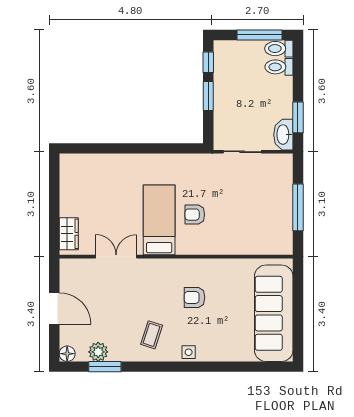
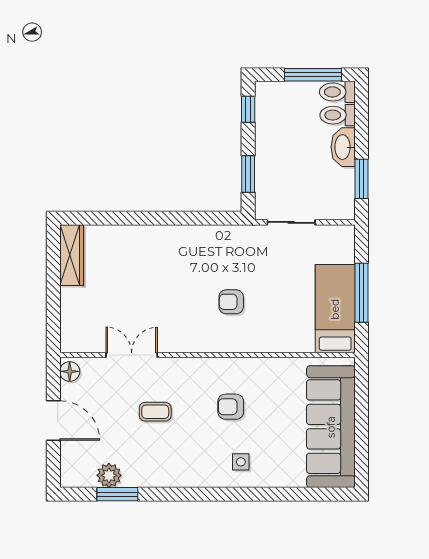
window: (208, 96) -> (248, 174), moved
washbasin: (283, 135) -> (343, 147), moved
bed: (159, 220) -> (335, 309), moved
wardrobe: (69, 234) -> (72, 255), moved, width x1.50
coffee table: (152, 335) -> (155, 412), moved, turned 72
side table: (189, 352) -> (241, 462), moved
floor lamp: (67, 354) -> (70, 371), moved

